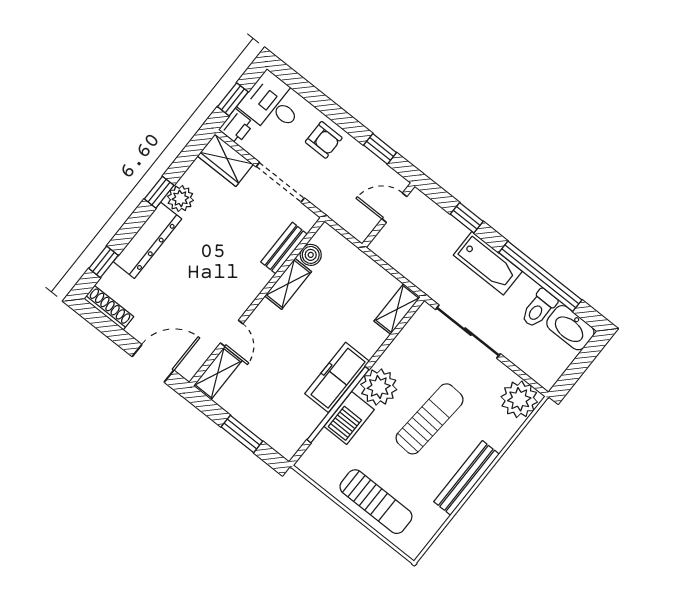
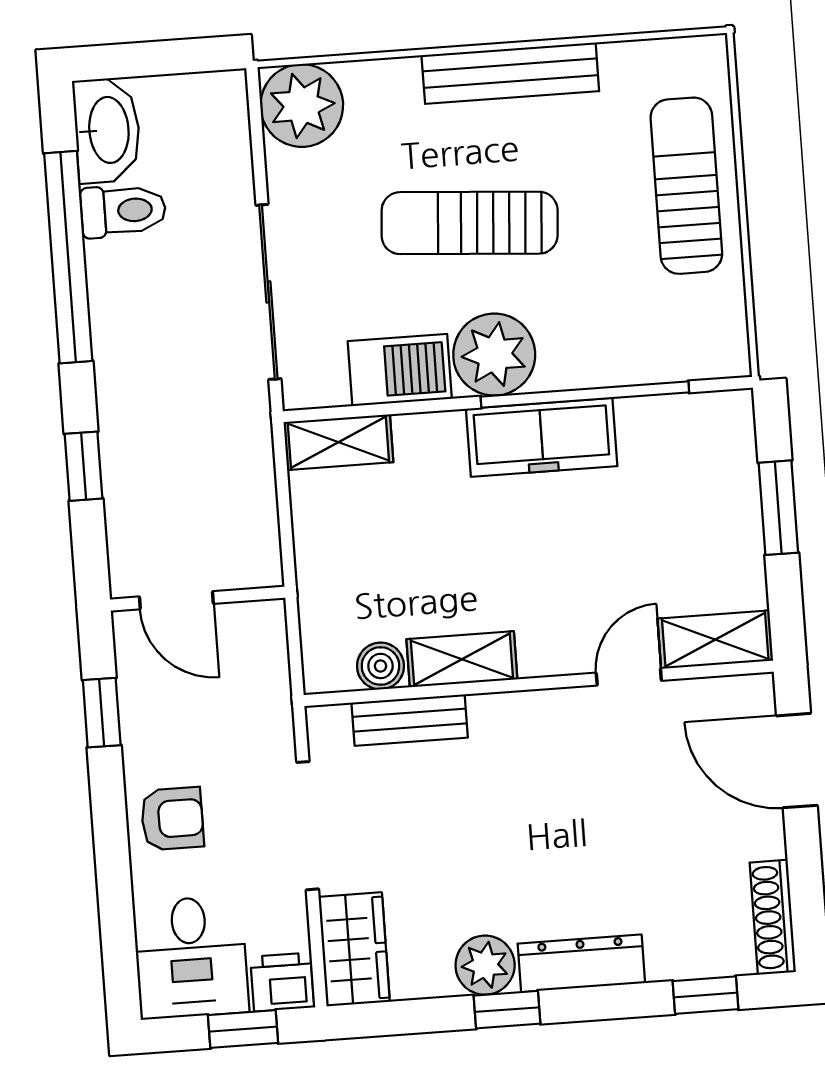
armchair: (324, 140) -> (172, 819), turned 90
dresser: (147, 240) -> (581, 963), width x0.73, depth x0.80
bathtub: (488, 263) -> (126, 363), removed
barbecue: (349, 418) -> (400, 370), moved

